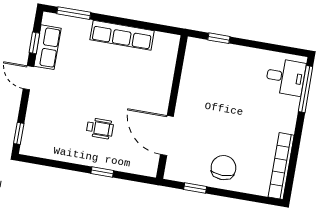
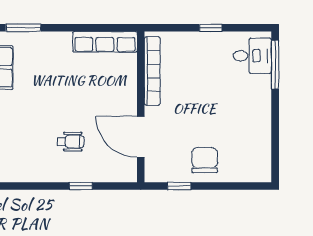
row of seats: (122, 35) -> (105, 42), moved
window: (219, 38) -> (211, 28), moved
bookcase: (281, 166) -> (152, 71), moved, turned 180

